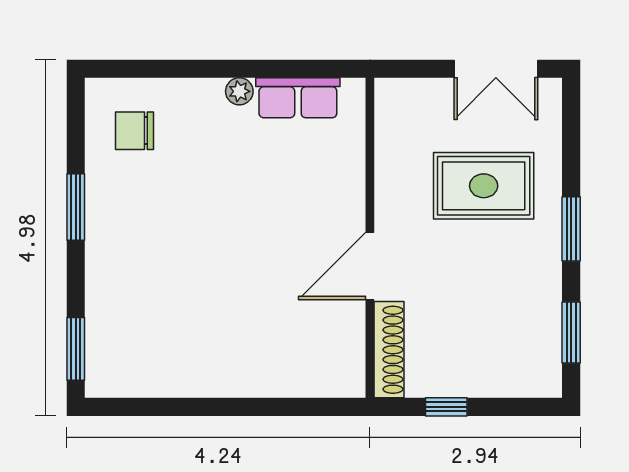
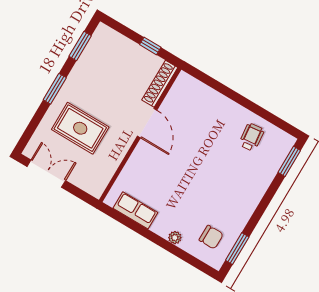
plant: (239, 91) -> (175, 238), moved
window: (76, 207) -> (237, 249), moved
door: (370, 266) -> (147, 123), hinge flipped
wheelchair: (169, 352) -> (251, 137), added

